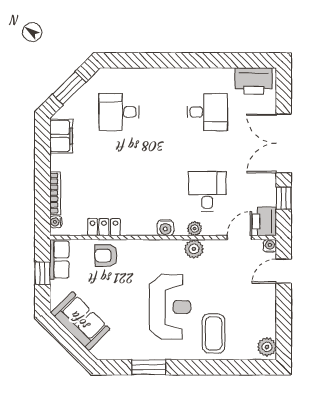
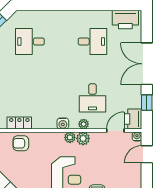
desk: (207, 191) -> (93, 98), turned 180
plant: (175, 247) -> (70, 137), added

